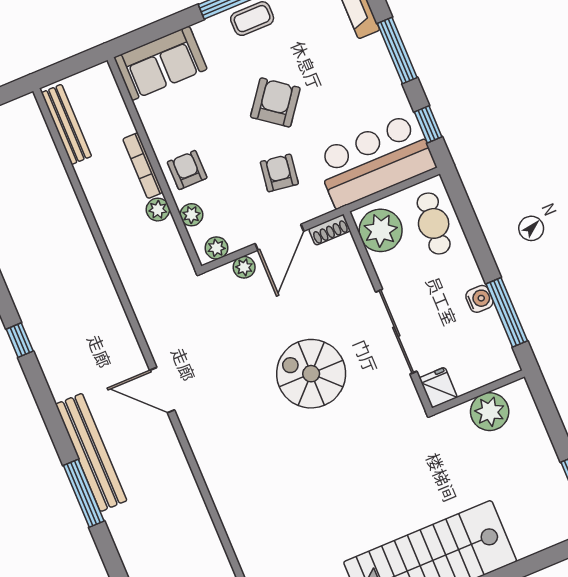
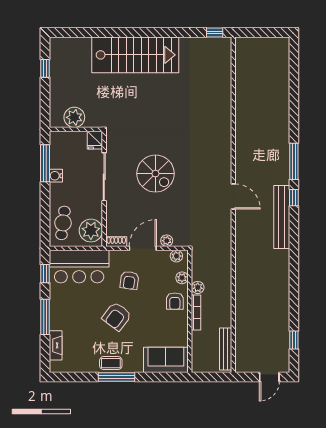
window: (20, 340) -> (294, 198), moved
bench: (91, 452) -> (282, 217), moved

